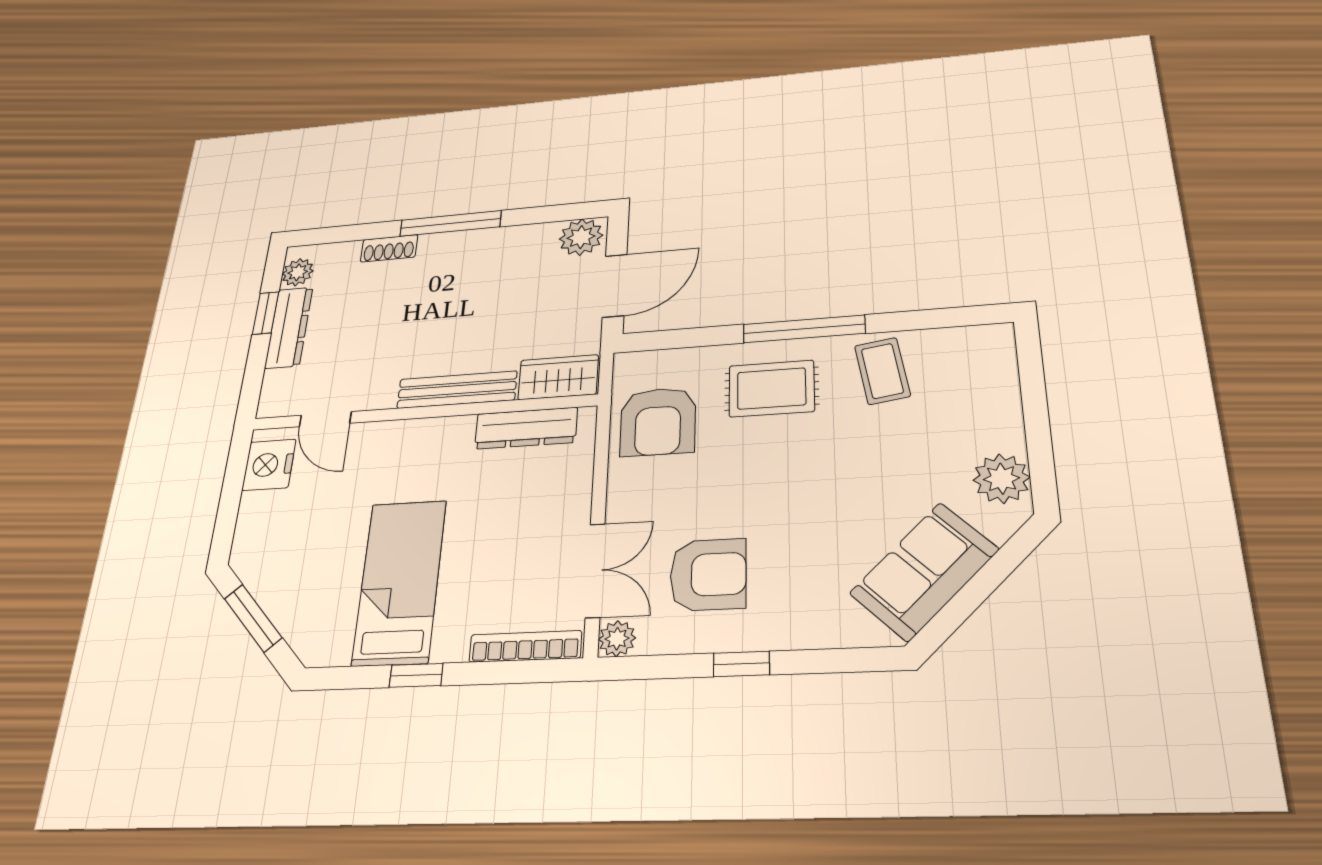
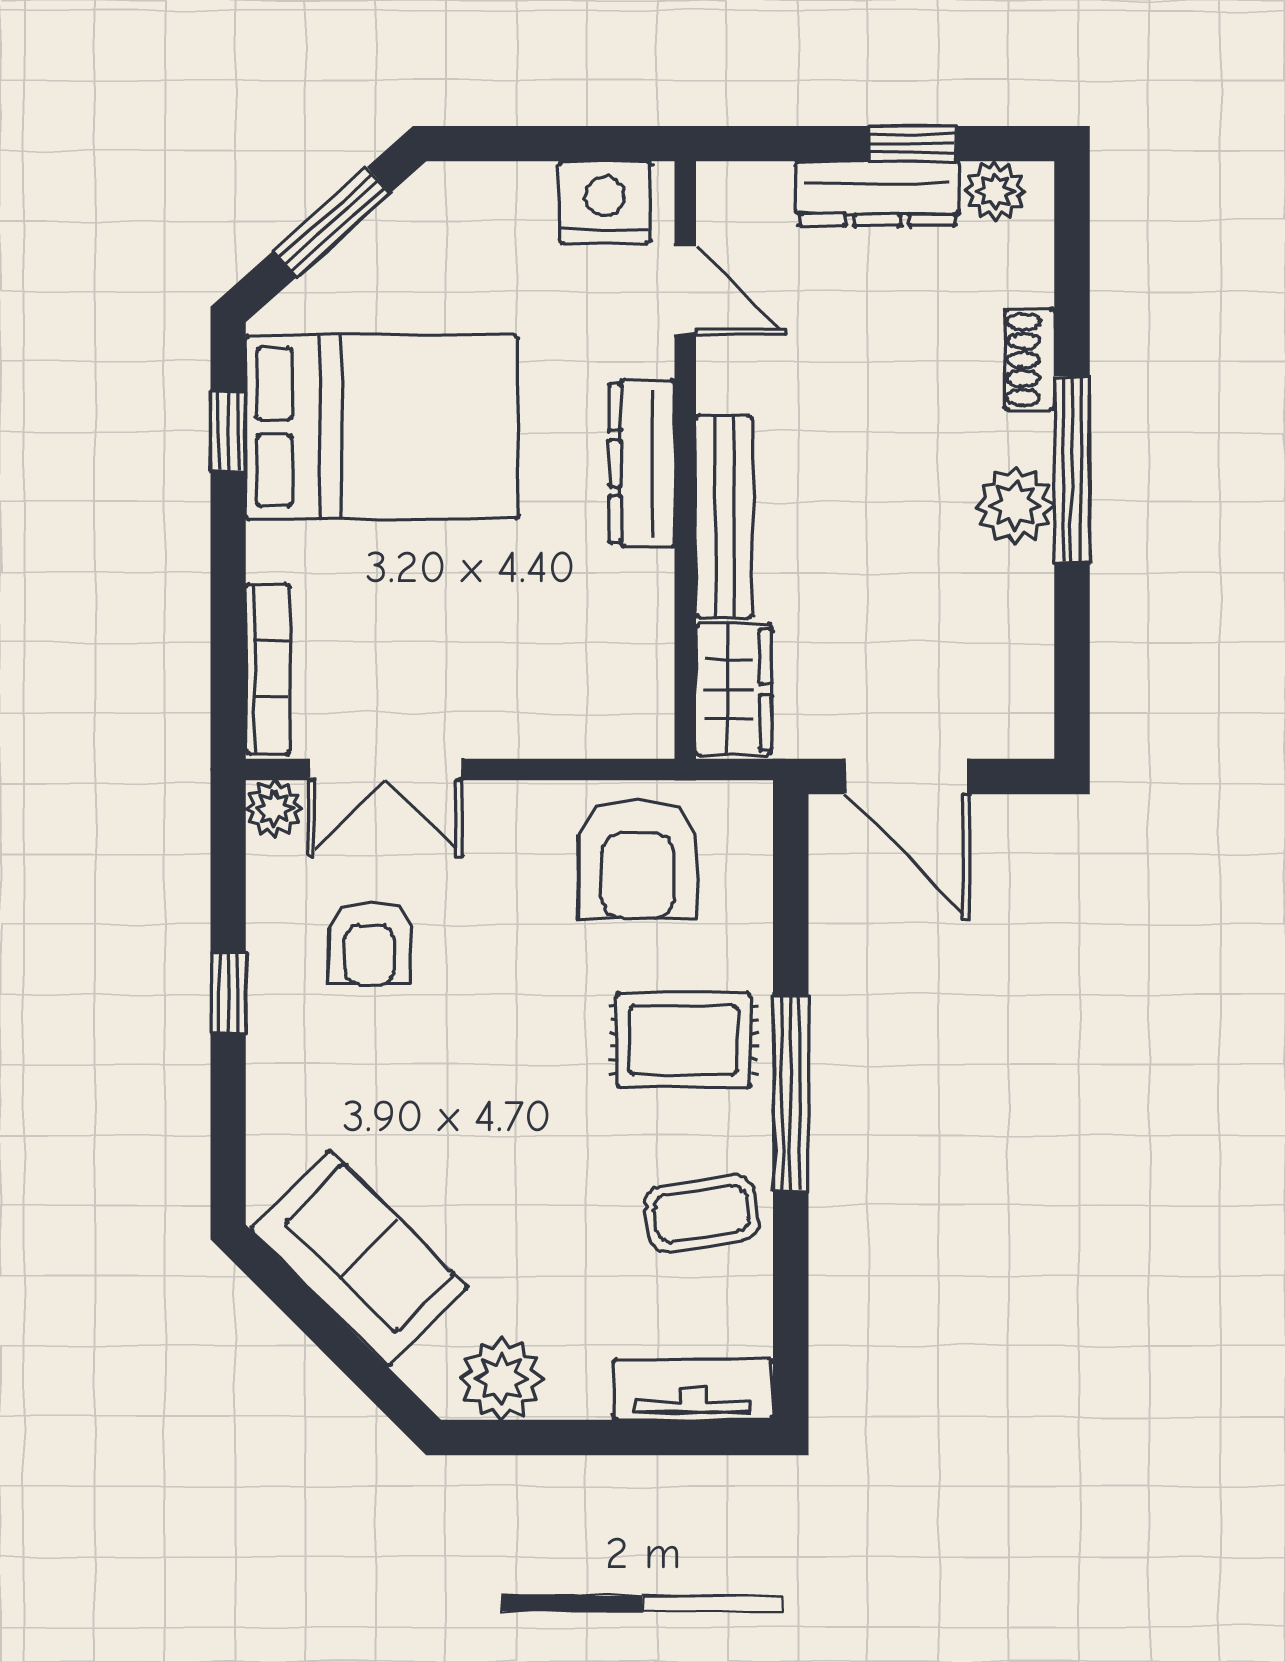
plant: (581, 237) -> (1015, 505), moved
tv unit: (998, 367) -> (693, 1389), added
rug: (772, 388) -> (684, 1040), turned 90
door: (325, 419) -> (685, 290), swing flipped
armchair: (658, 421) -> (638, 859), turned -90
dresser: (526, 428) -> (642, 463), moved
armchair: (708, 575) -> (370, 943), width x0.72, depth x0.72
bed: (400, 582) -> (382, 427), width x1.50
window: (416, 675) -> (228, 431), moved

